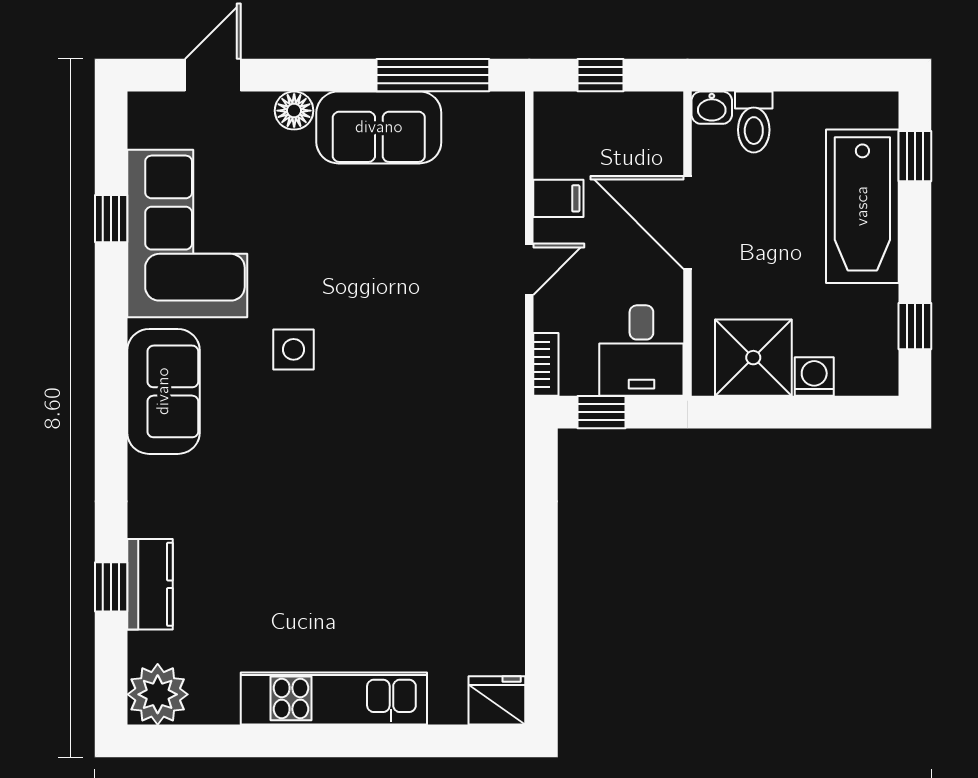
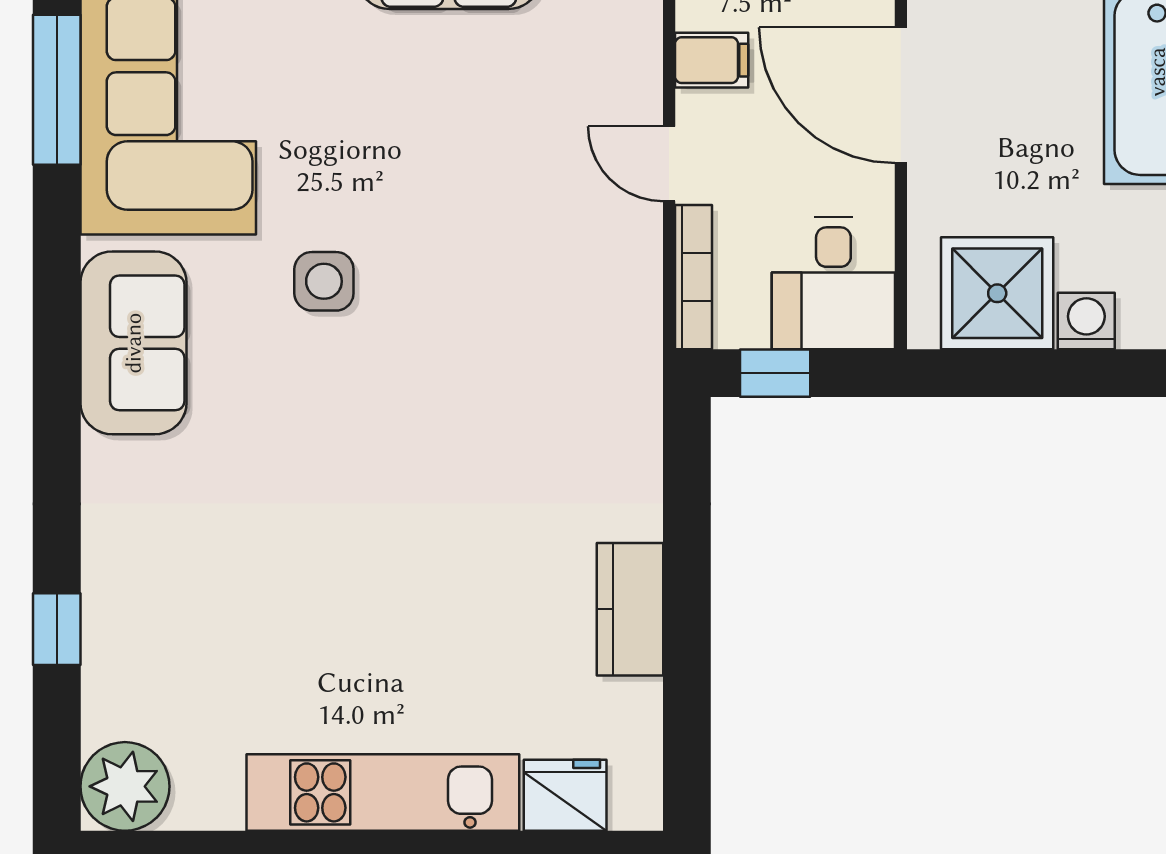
window: (111, 219) -> (57, 90), width x2.17
door: (529, 269) -> (669, 164), swing flipped
bookcase: (546, 364) -> (693, 277), width x1.56
kitchen counter: (150, 584) -> (630, 609), moved, turned 180
fridge: (497, 700) -> (565, 795), moved

